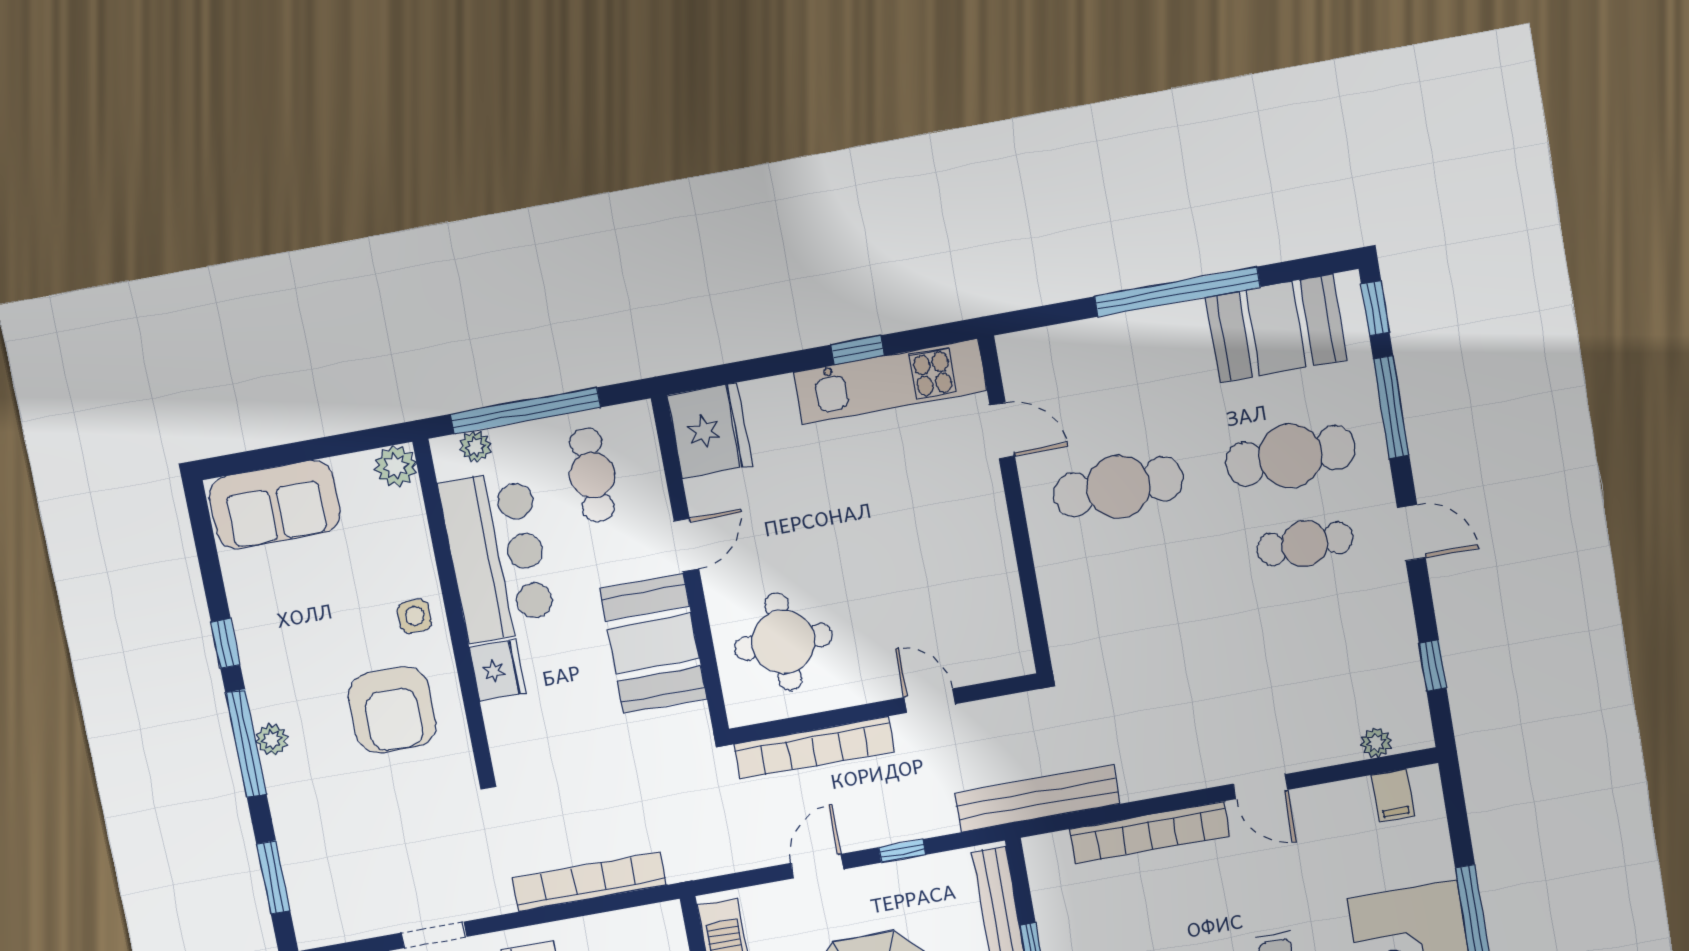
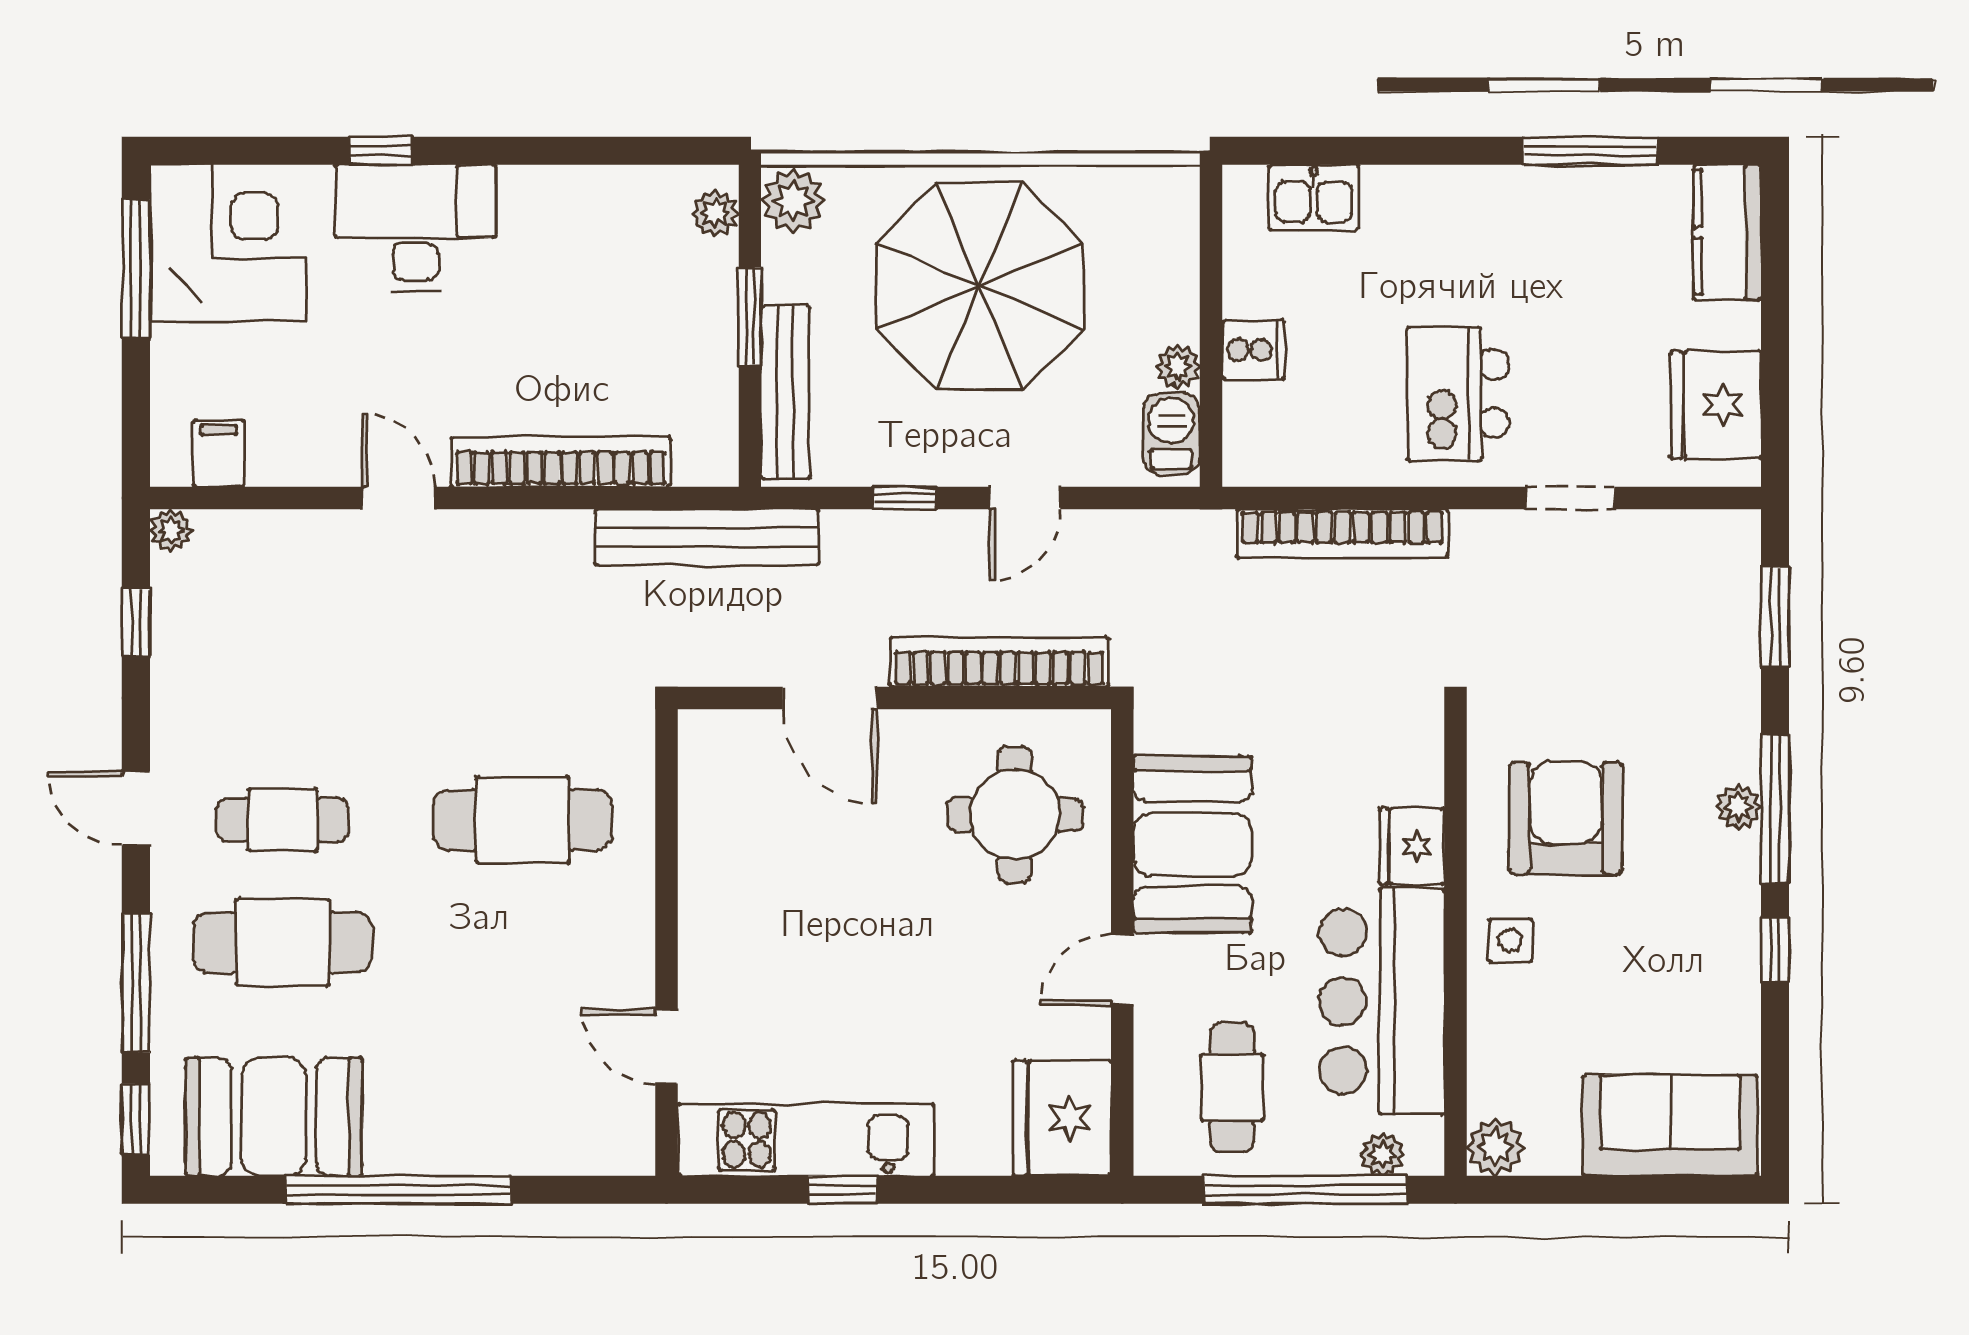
cafe table: (1118, 487) -> (523, 820), moved
door: (930, 701) -> (830, 698), width x1.38
plant: (1376, 743) -> (171, 530), moved

